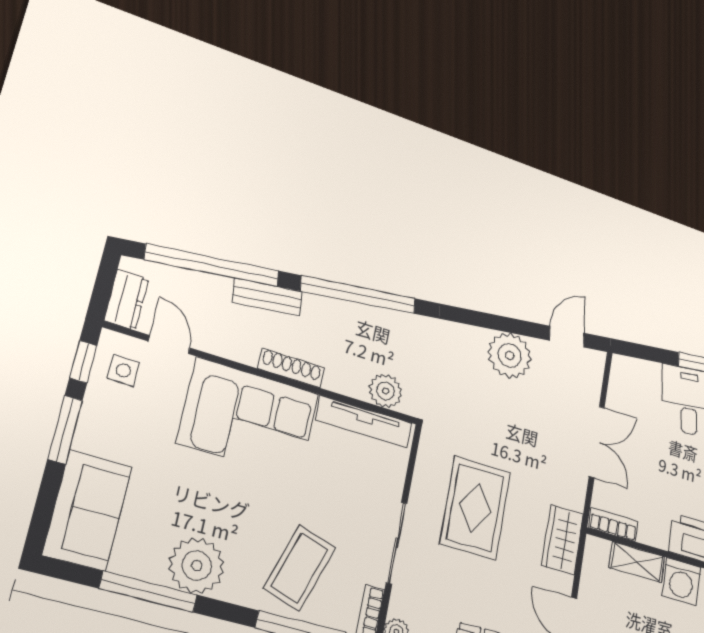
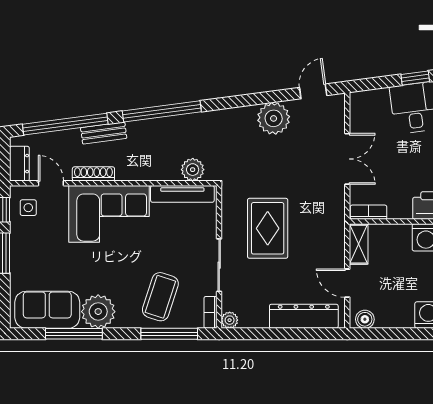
shoe rack: (291, 368) -> (93, 174), moved
sofa: (87, 510) -> (47, 310), moved, turned -90
wardrobe: (563, 540) -> (333, 232), removed
shelving: (637, 562) -> (359, 244), moved, turned 90

